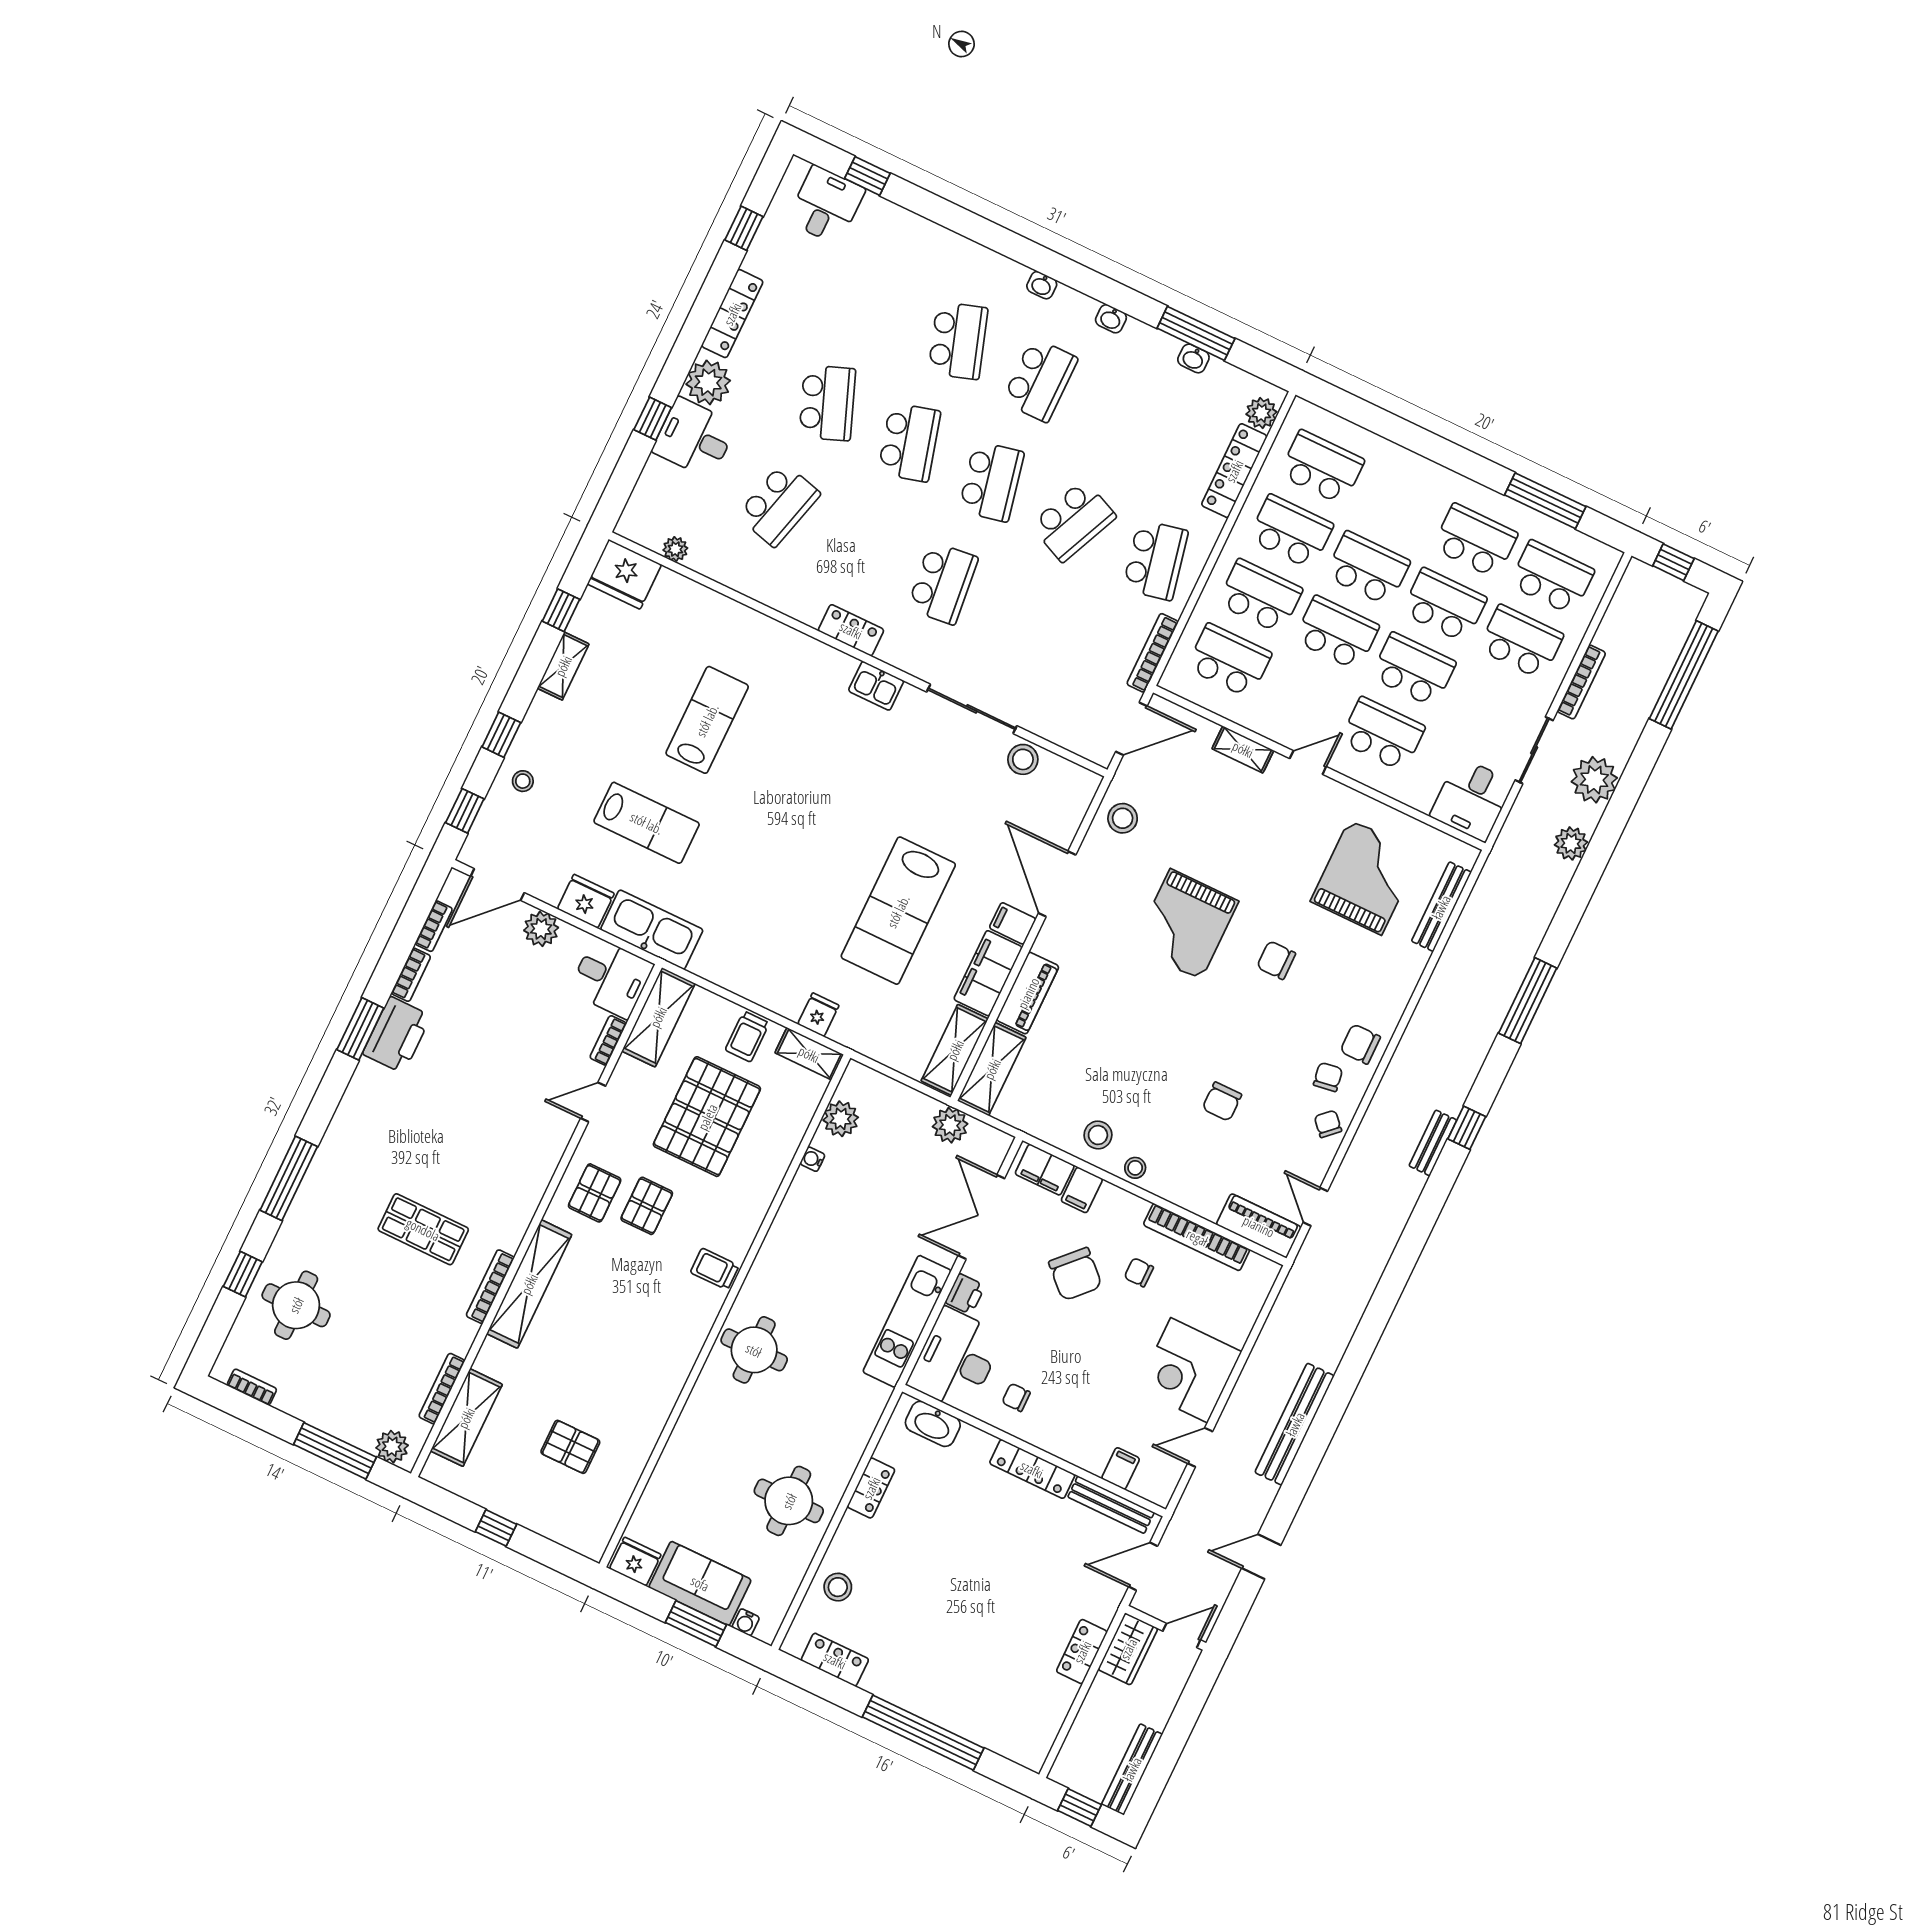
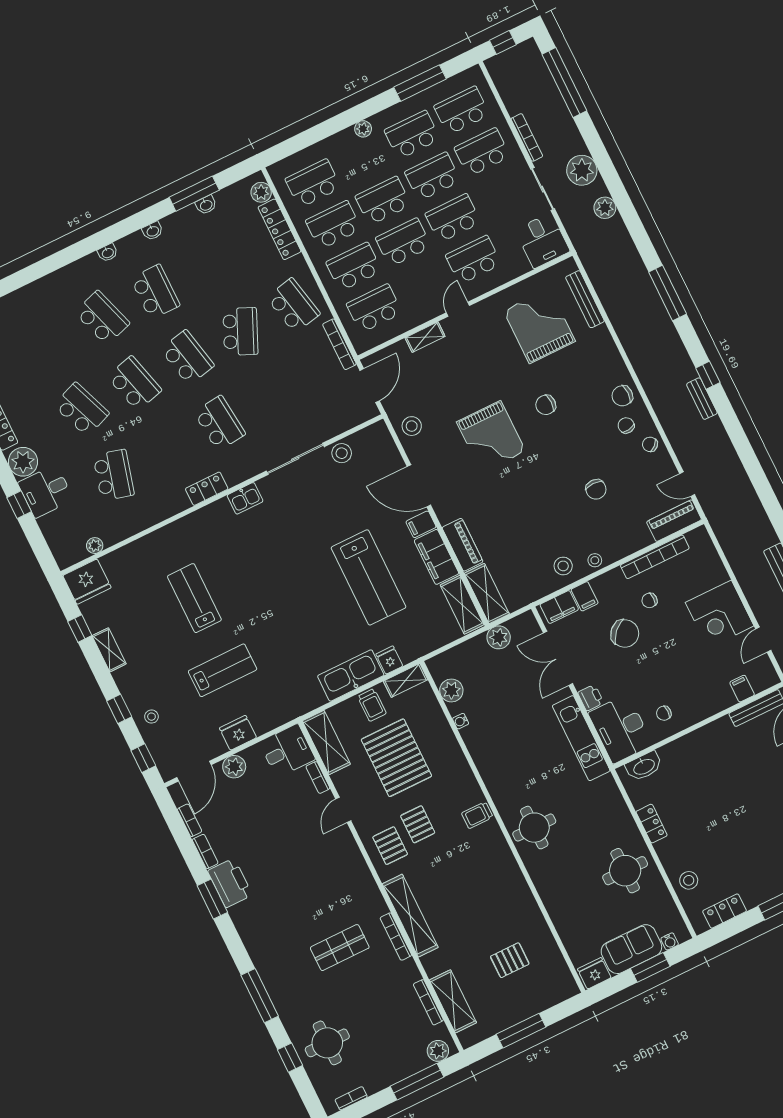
plant: (1435, 476) -> (363, 129), added
kitchen sink: (652, 930) -> (351, 675), moved
locker: (1032, 1469) -> (707, 734), removed
window: (496, 1528) -> (521, 1031), width x2.17

